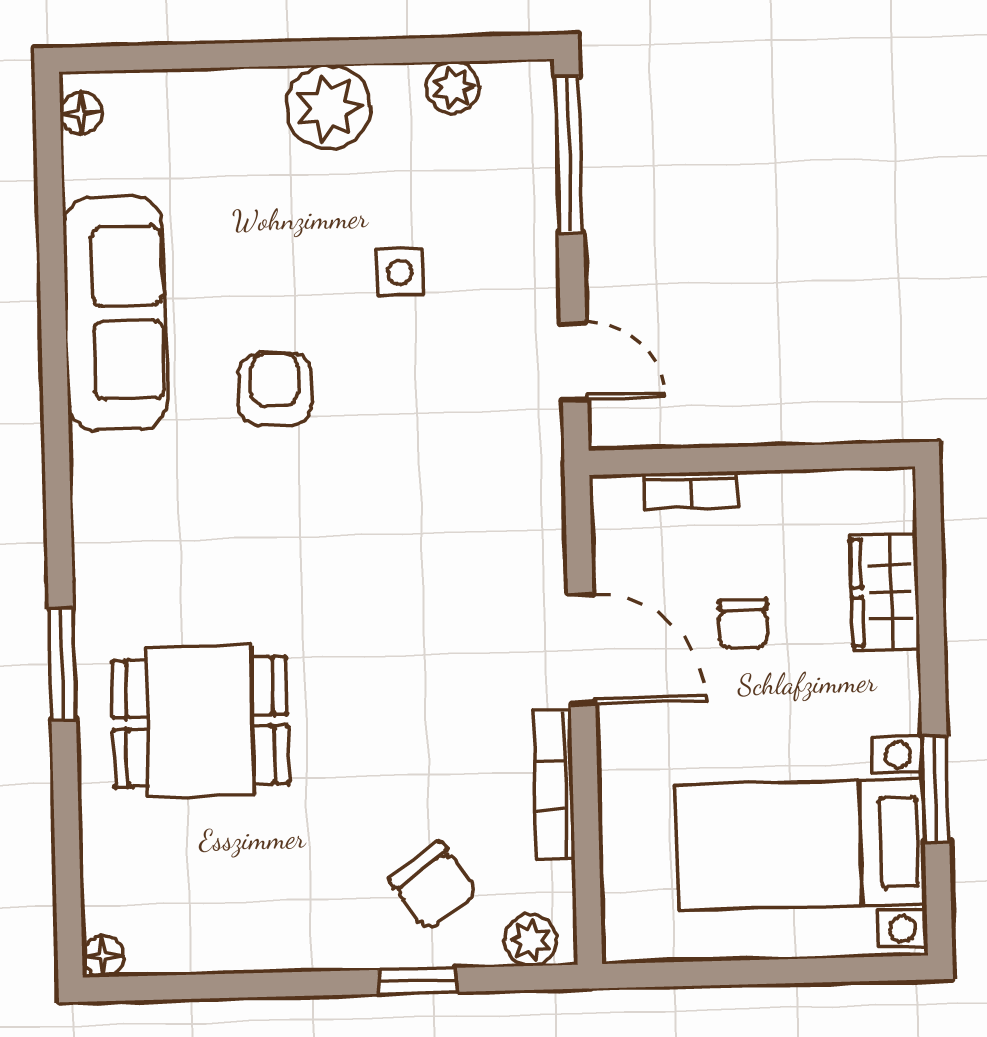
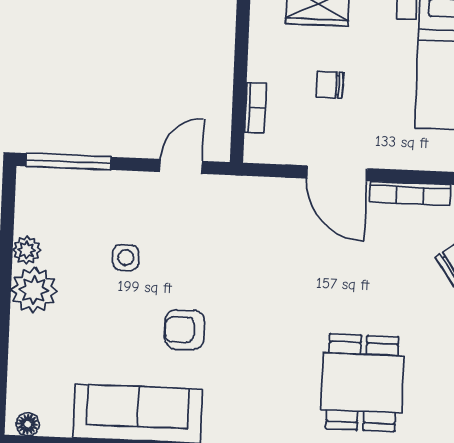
plant: (453, 87) -> (27, 250), moved
chair: (743, 624) -> (330, 85), turned 180
door: (582, 649) -> (337, 173), swing flipped

